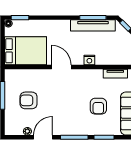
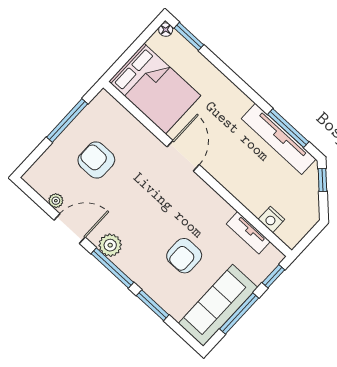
nightstand: (89, 60) -> (271, 219), moved
plant: (65, 129) -> (110, 245), added

